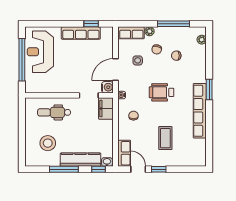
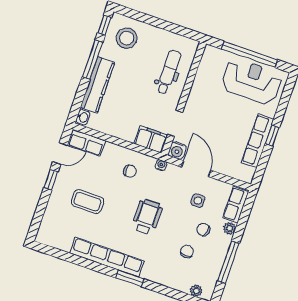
window: (91, 24) -> (272, 136), moved
stool: (48, 143) -> (127, 38), moved
window: (99, 169) -> (104, 25), moved

